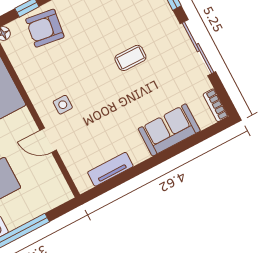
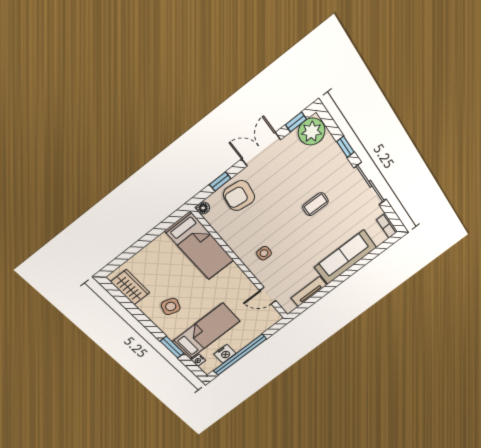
sofa: (169, 130) -> (345, 257), width x1.36
door: (48, 140) -> (268, 296), moved

